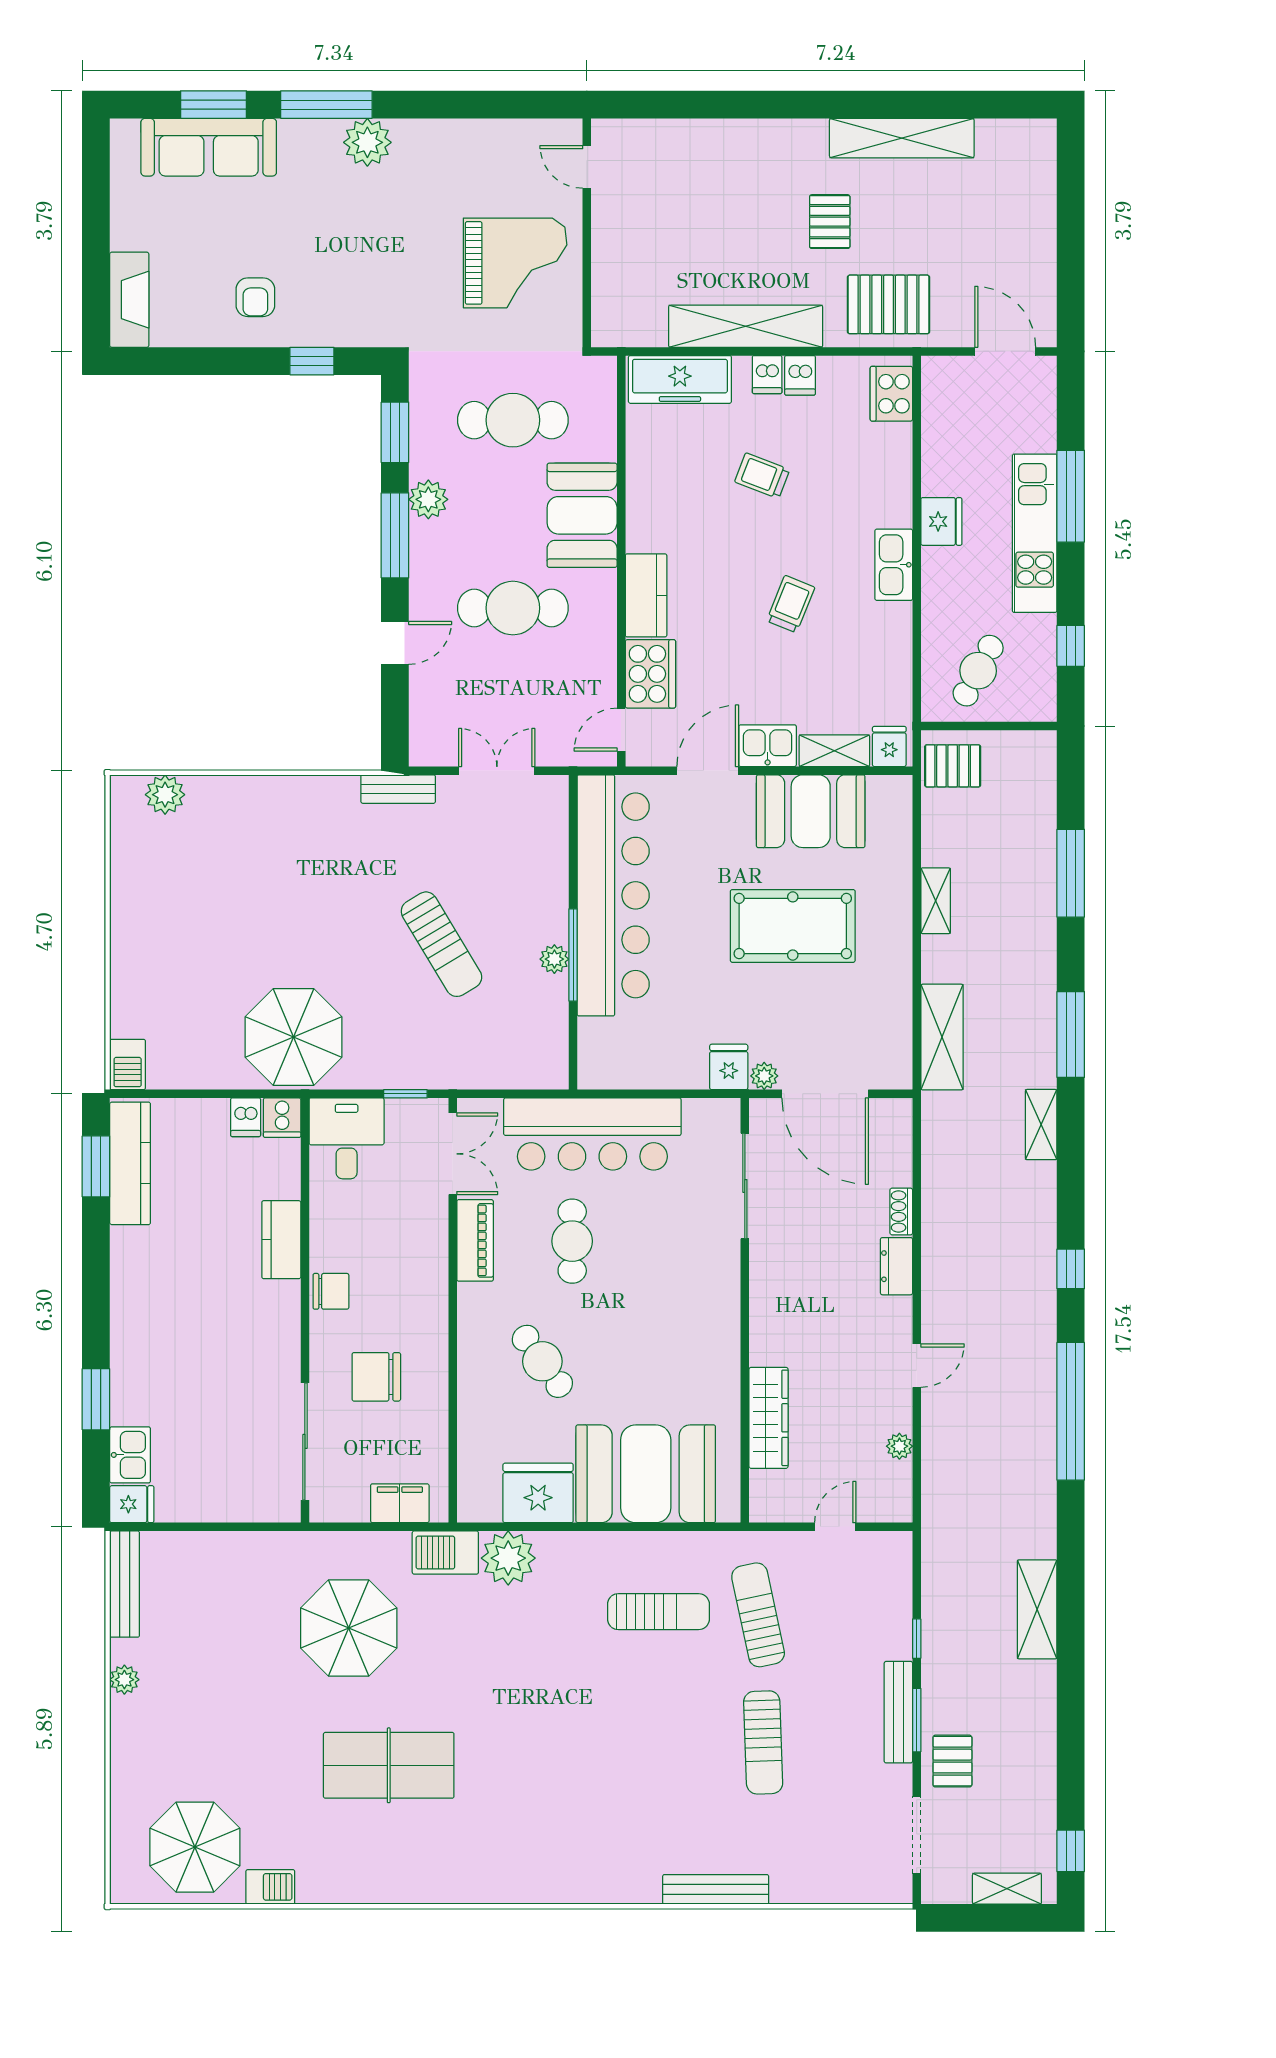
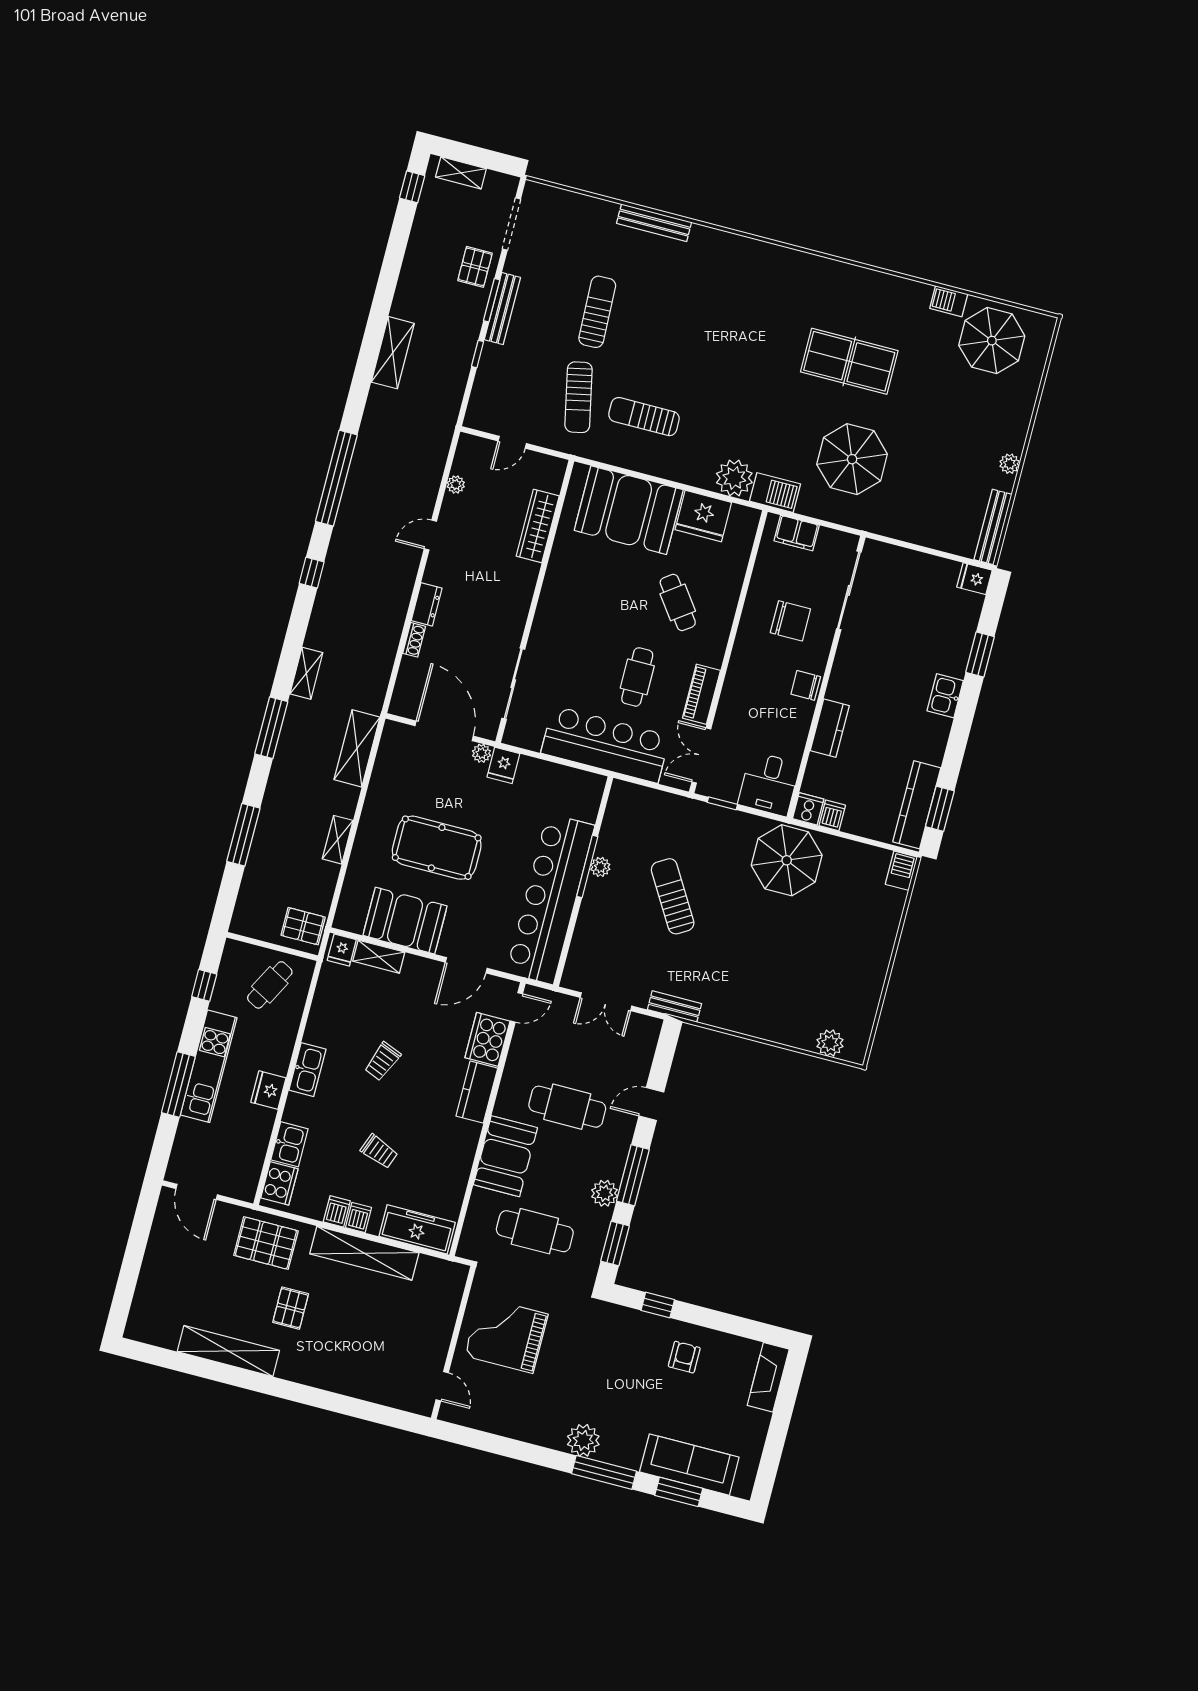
kitchen sink: (768, 746) -> (289, 1144), moved, turned -90
kitchen sink: (130, 1455) -> (945, 696), moved

